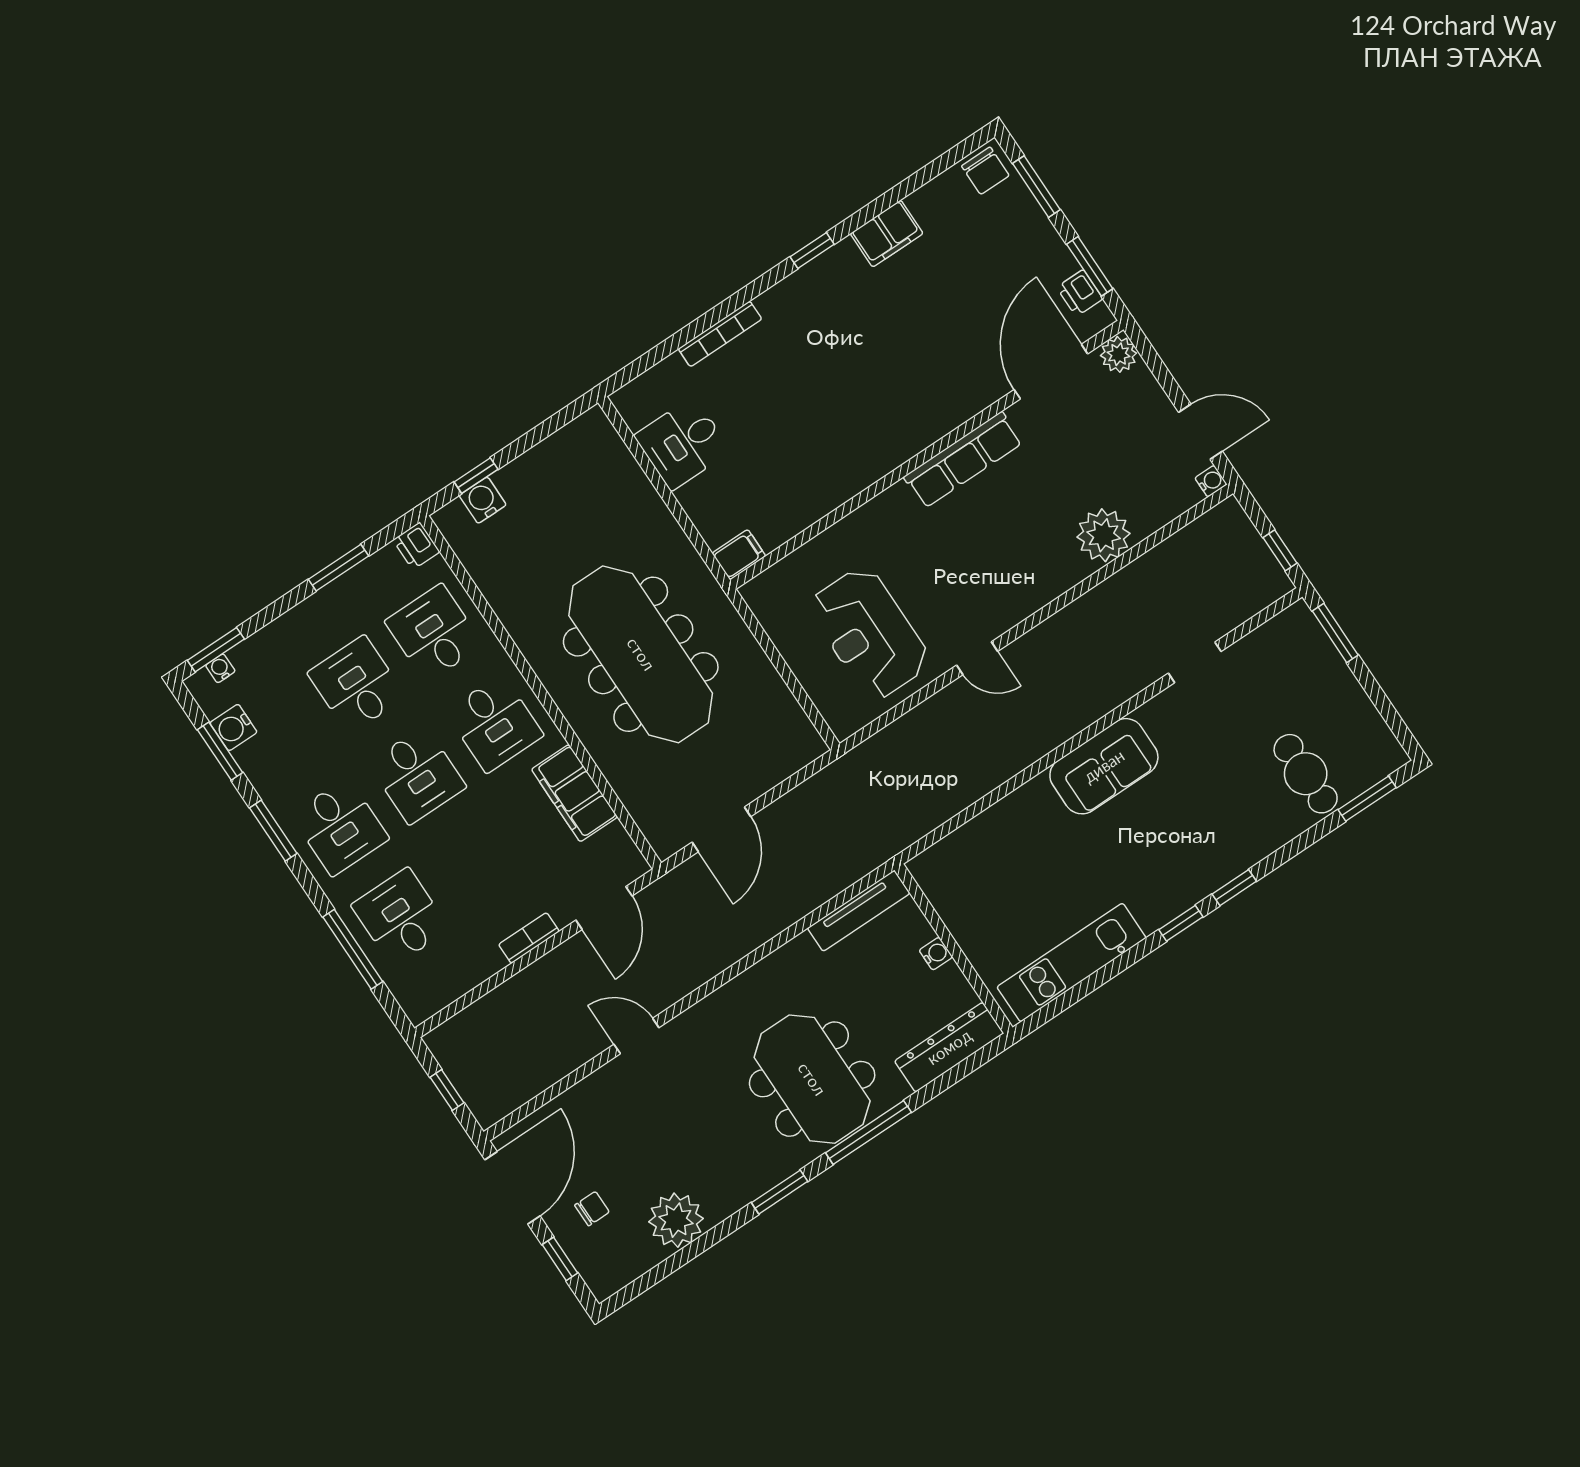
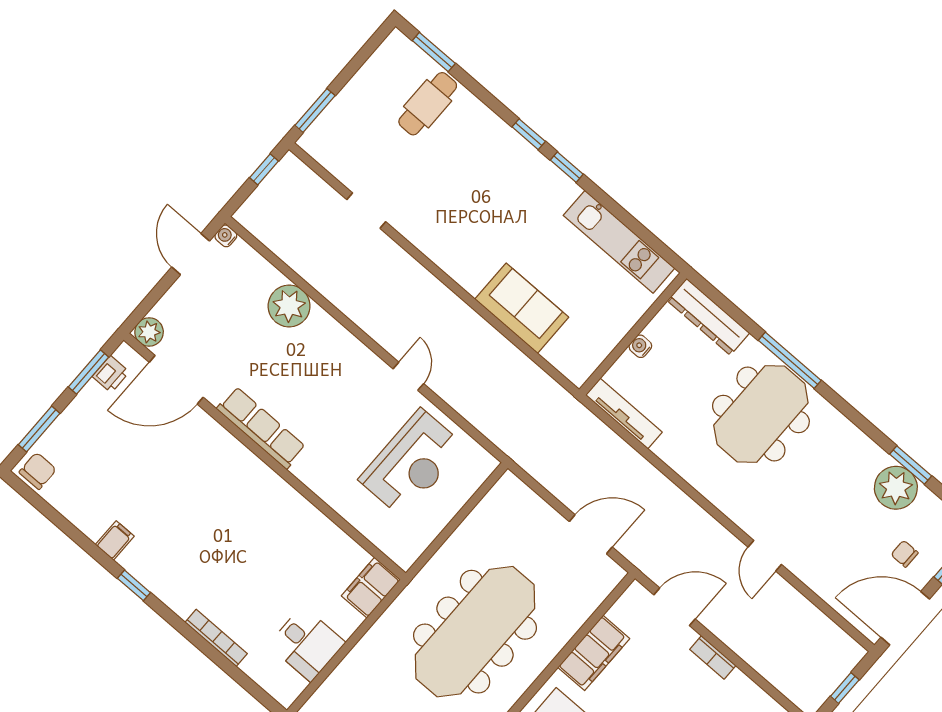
filing cabinet: (887, 234) -> (115, 540), width x0.50
filing cabinet: (739, 555) -> (371, 588), width x2.00
sofa: (1104, 766) -> (522, 308), moved
window: (779, 1192) -> (911, 465), moved

